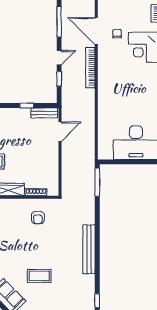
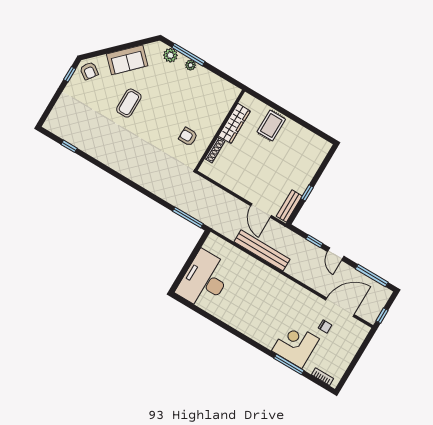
bookcase: (90, 68) -> (307, 279), removed
bench: (89, 249) -> (262, 250), moved

